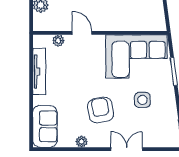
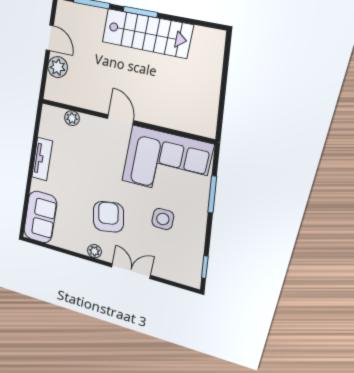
door: (82, 33) -> (121, 120), moved
tv unit: (39, 71) -> (42, 159), width x0.71
plant: (81, 142) -> (94, 251), moved

